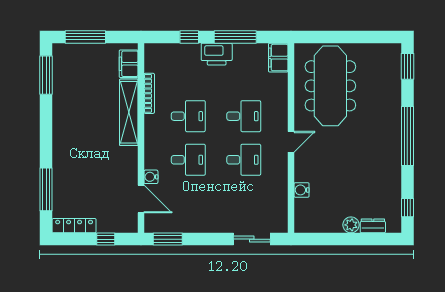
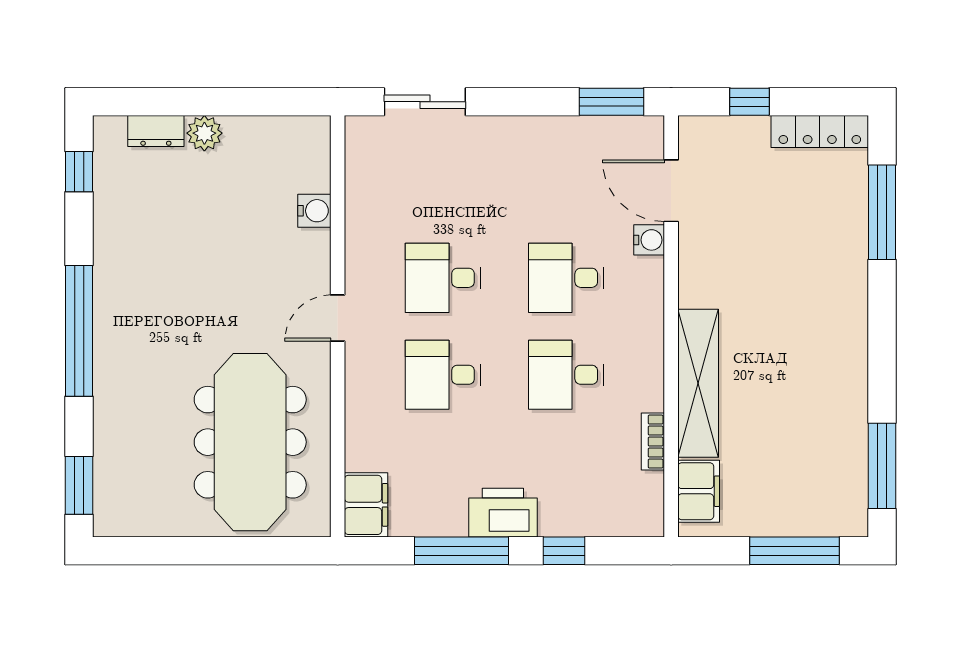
bookcase: (149, 93) -> (653, 442), width x0.64

